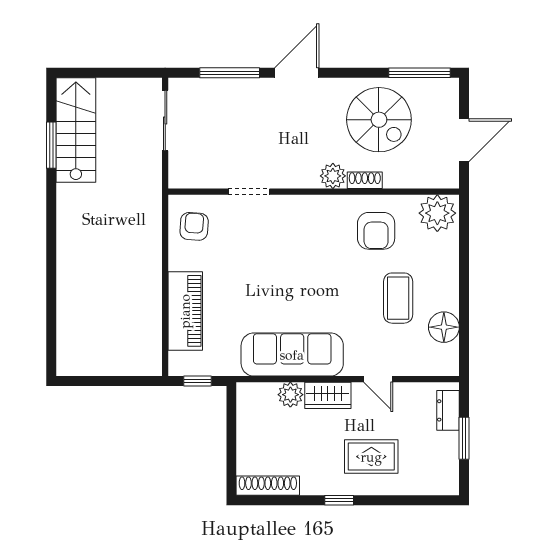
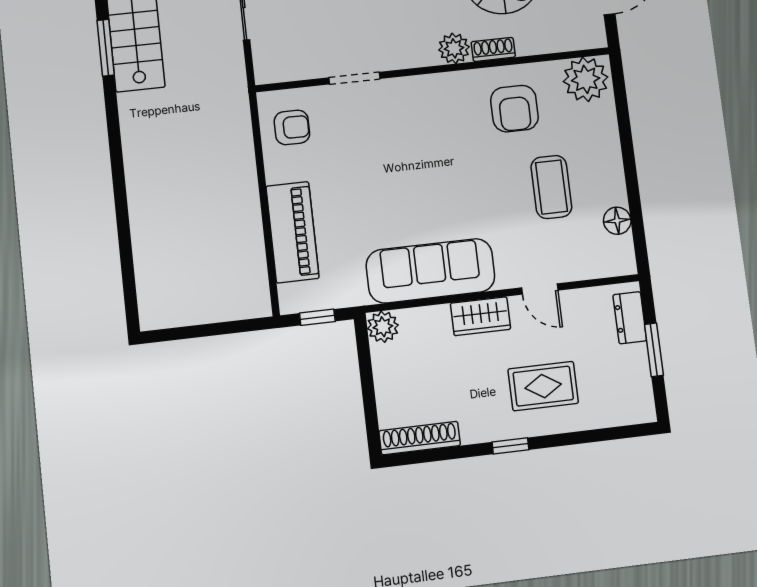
armchair: (194, 226) -> (292, 127), turned 86
floor lamp: (444, 327) -> (617, 221), width x0.73, depth x0.73
plant: (290, 395) -> (383, 327), moved

